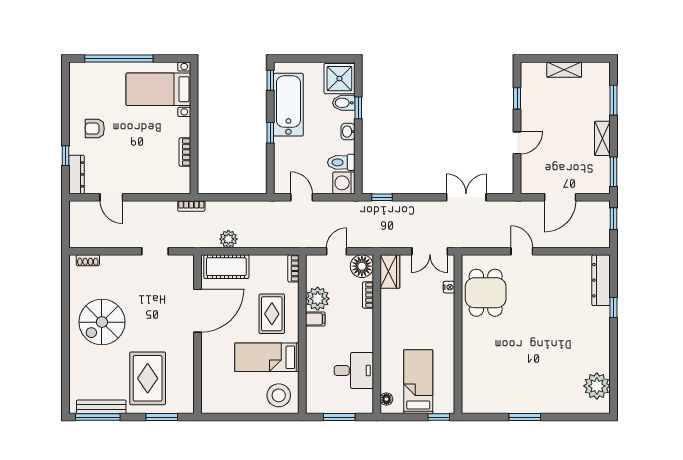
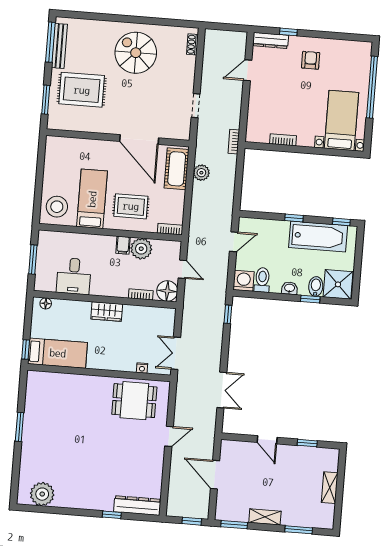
wardrobe: (390, 272) -> (107, 312), moved
bed: (418, 382) -> (58, 353), moved

